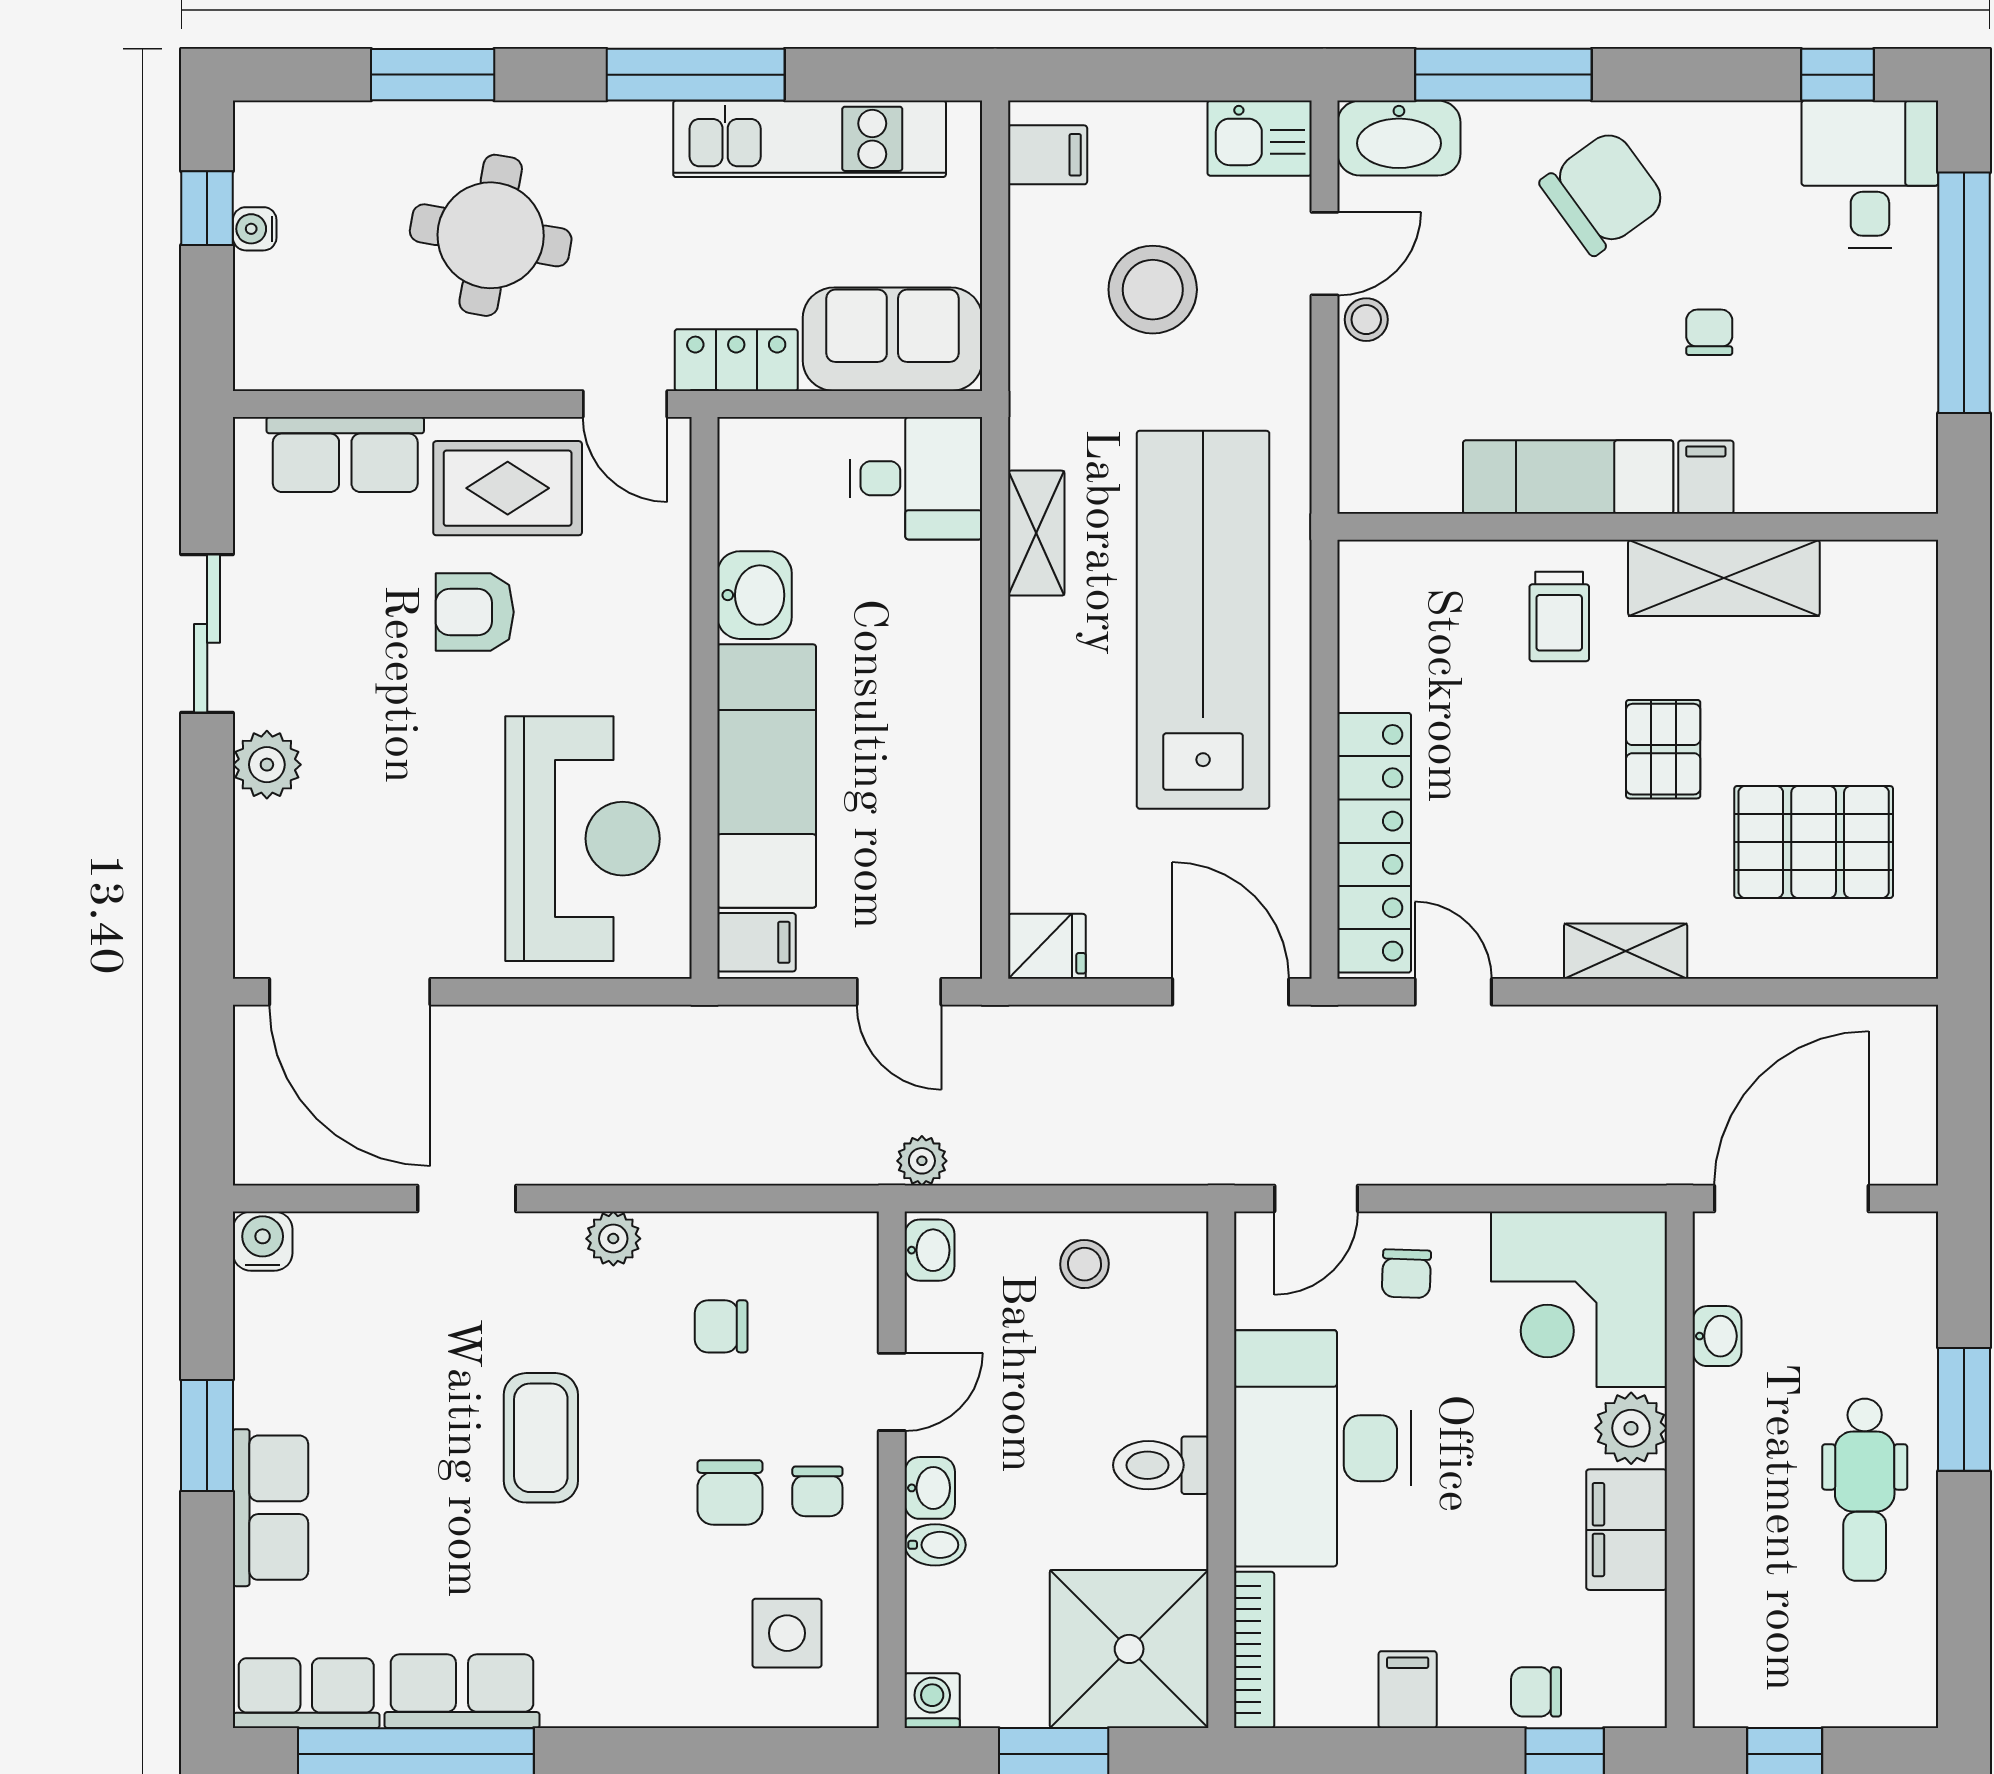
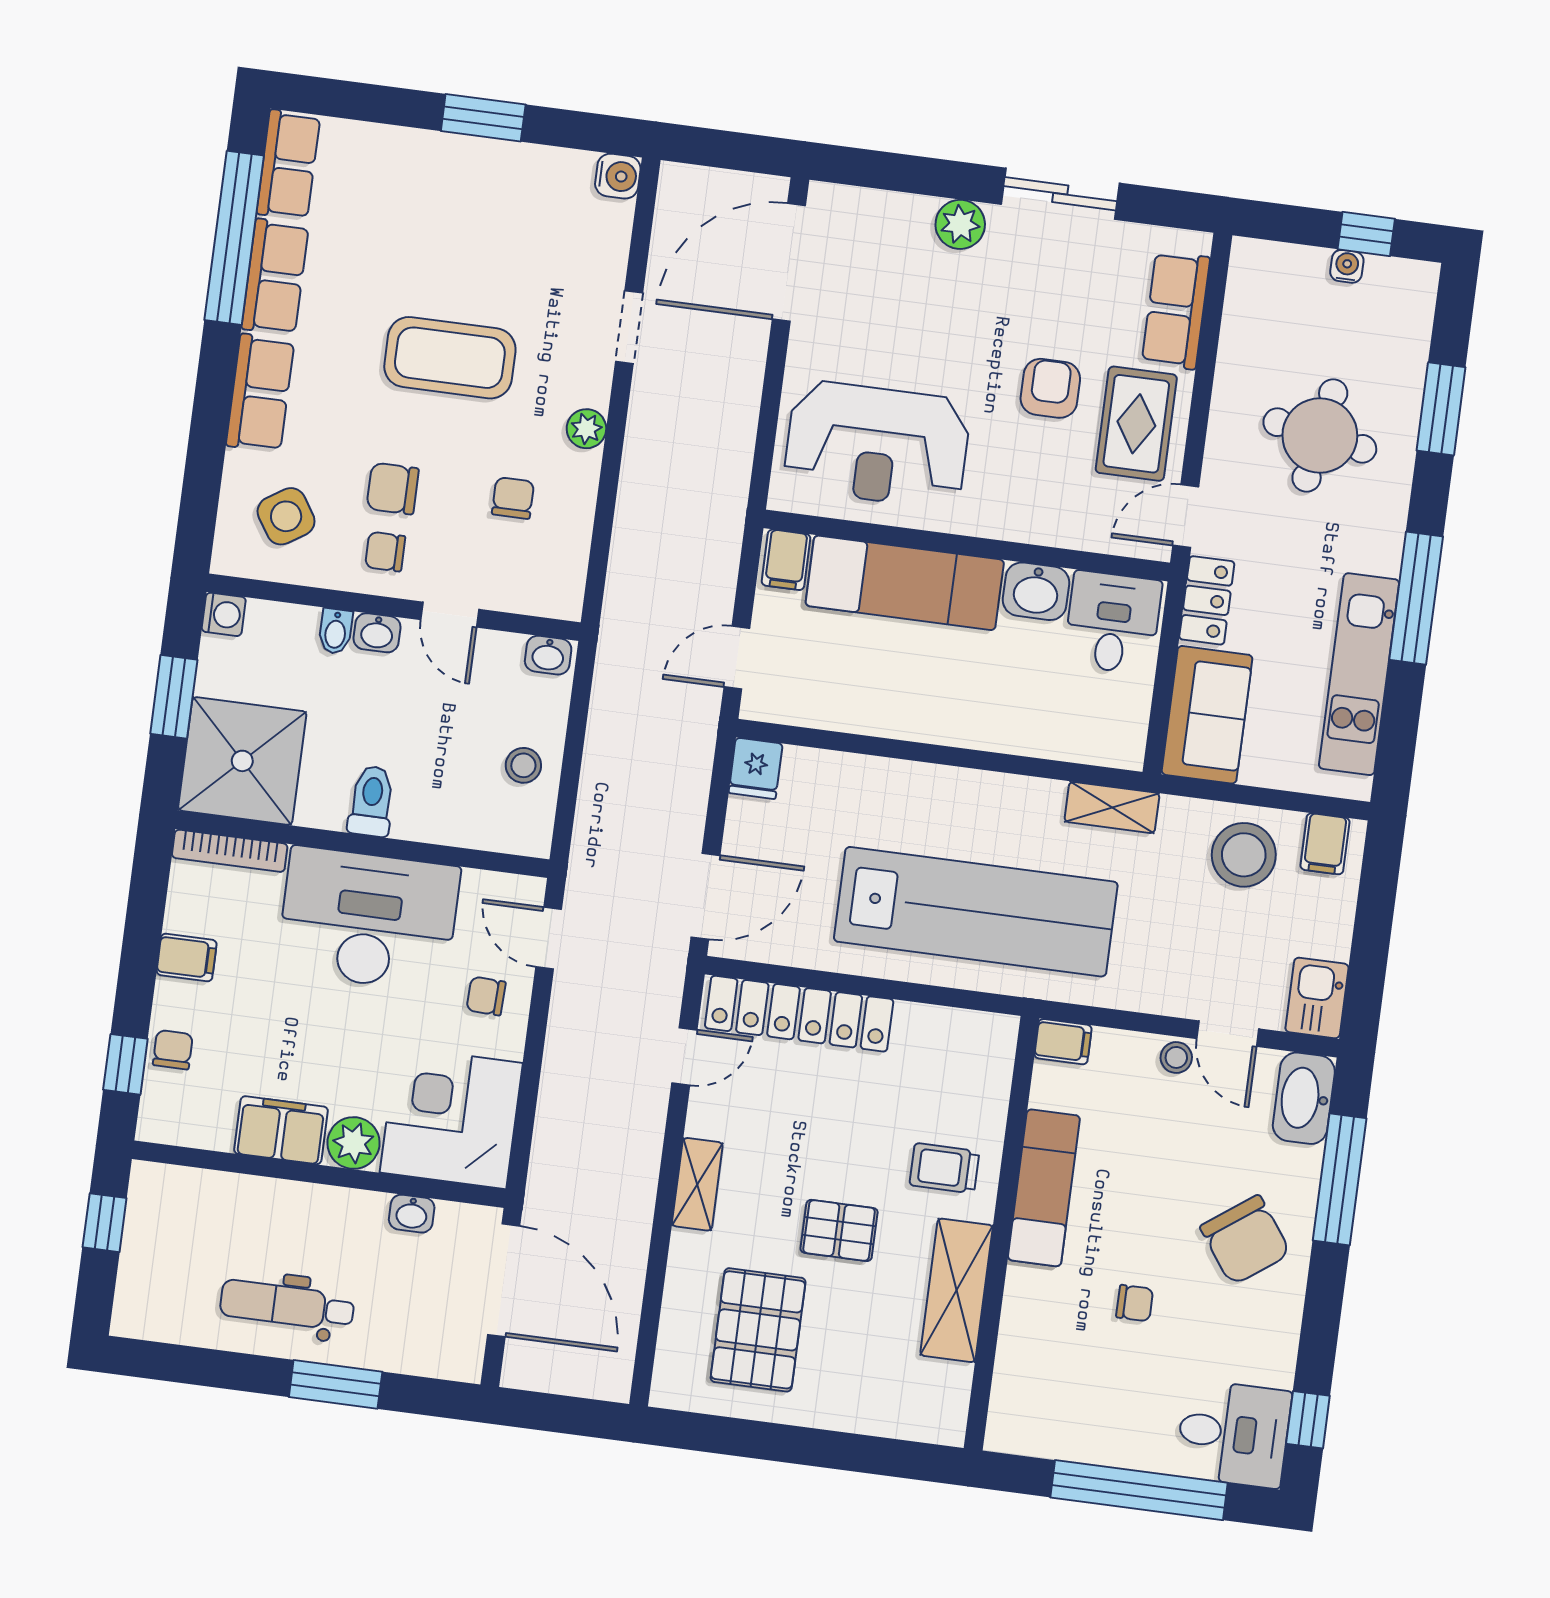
stool: (1153, 290) -> (1244, 855), moved
filing cabinet: (1706, 477) -> (1063, 1042), moved
desk: (916, 478) -> (1113, 623), moved, turned 180
shelving: (1036, 533) -> (1112, 807), moved
plant: (922, 1161) -> (613, 658), removed
coffee table: (541, 1438) -> (450, 358), width x1.36, depth x1.32
row of seats: (271, 1508) -> (260, 393), moved, turned -90
side table: (787, 1633) -> (286, 516), turned -33

